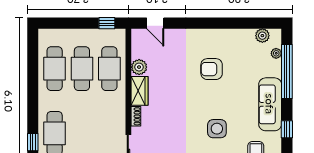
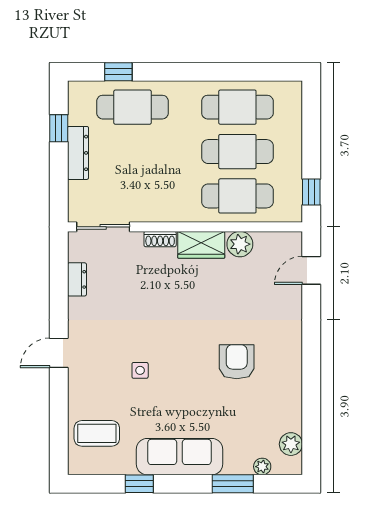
window: (287, 71) -> (233, 484), width x0.47
side table: (217, 129) -> (140, 370), width x0.54, depth x0.54

